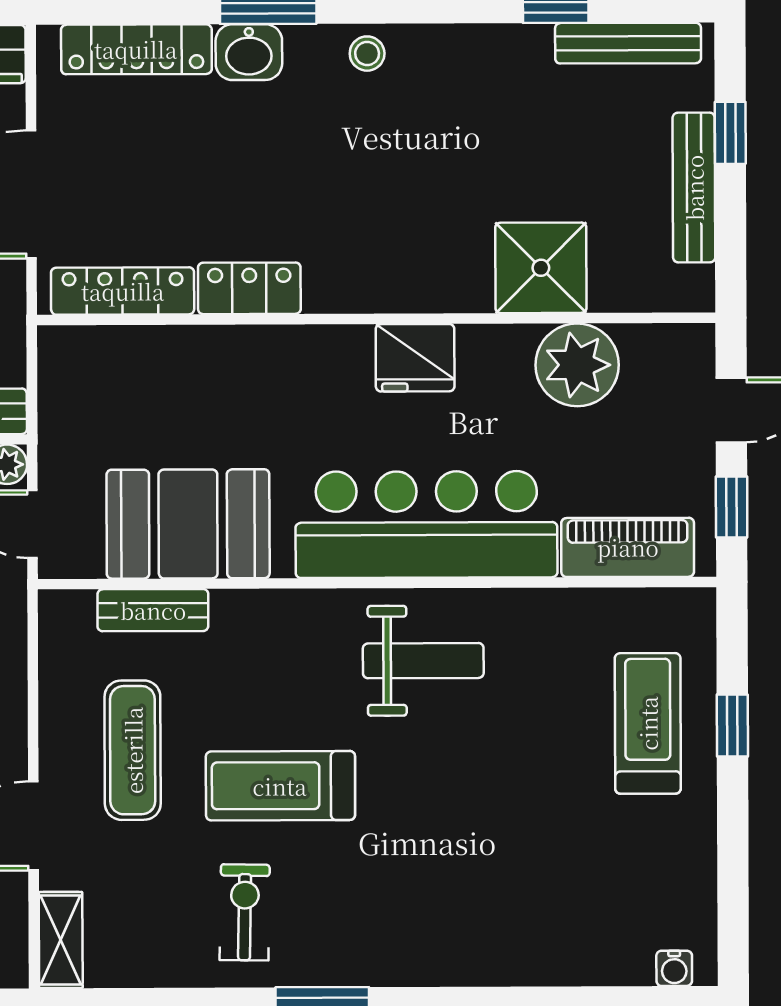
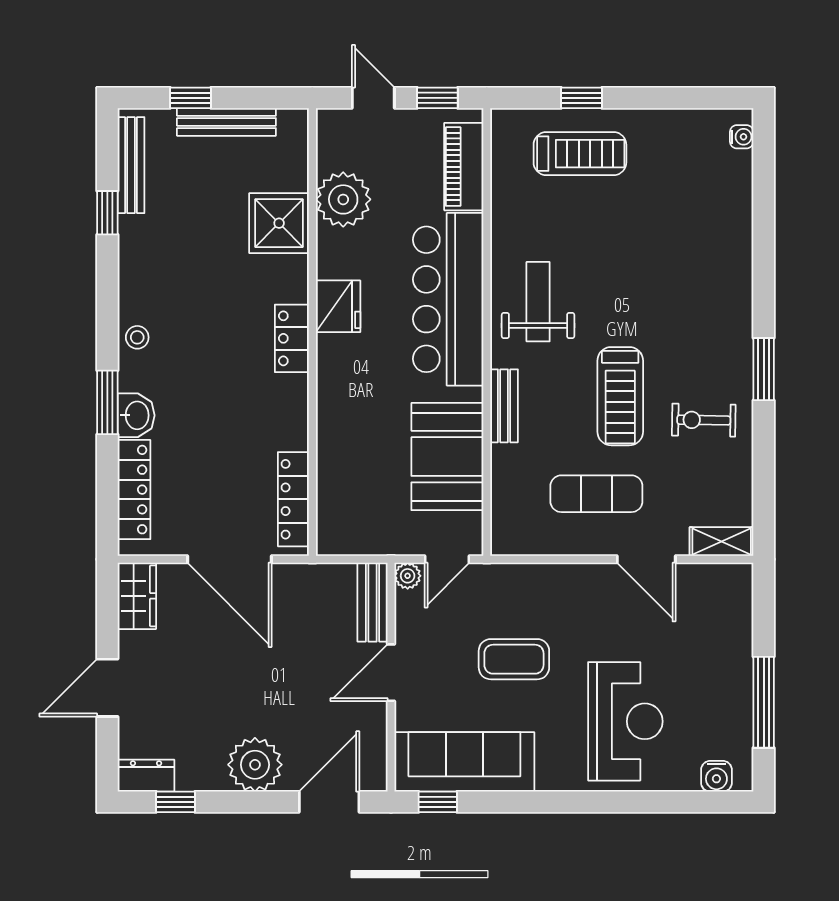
locker: (249, 288) -> (292, 338), moved
bench: (153, 610) -> (504, 406), moved
treadmill: (648, 723) -> (580, 154), turned 180

